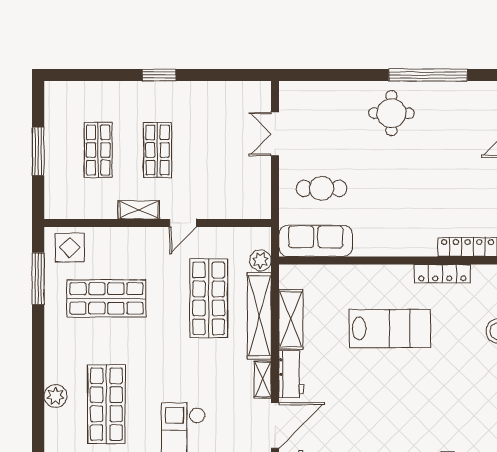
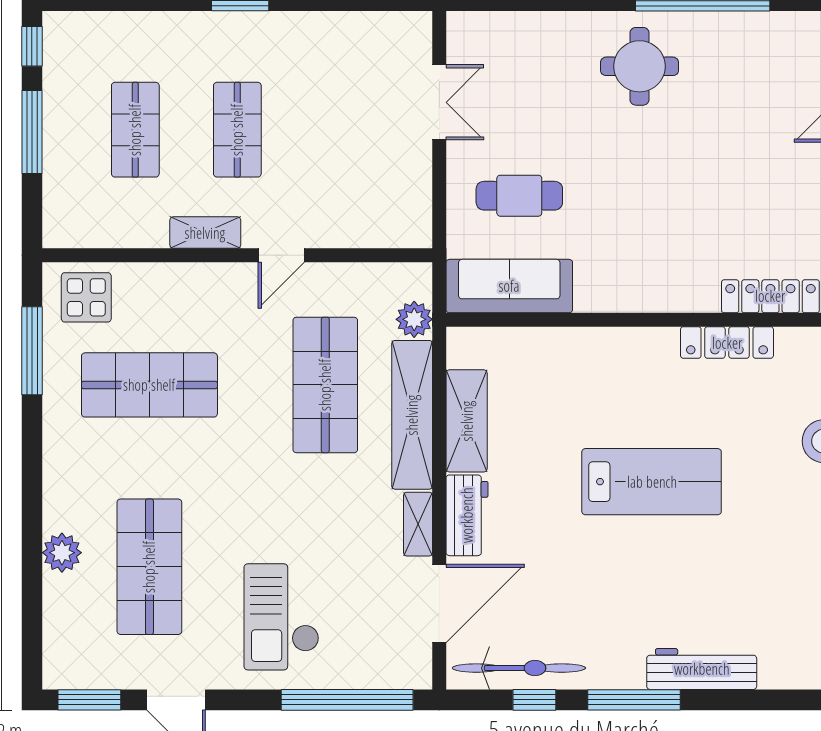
window: (38, 101) -> (32, 46), added
double door: (275, 134) -> (439, 102), swing flipped
lab bench: (390, 328) -> (652, 482), moved

